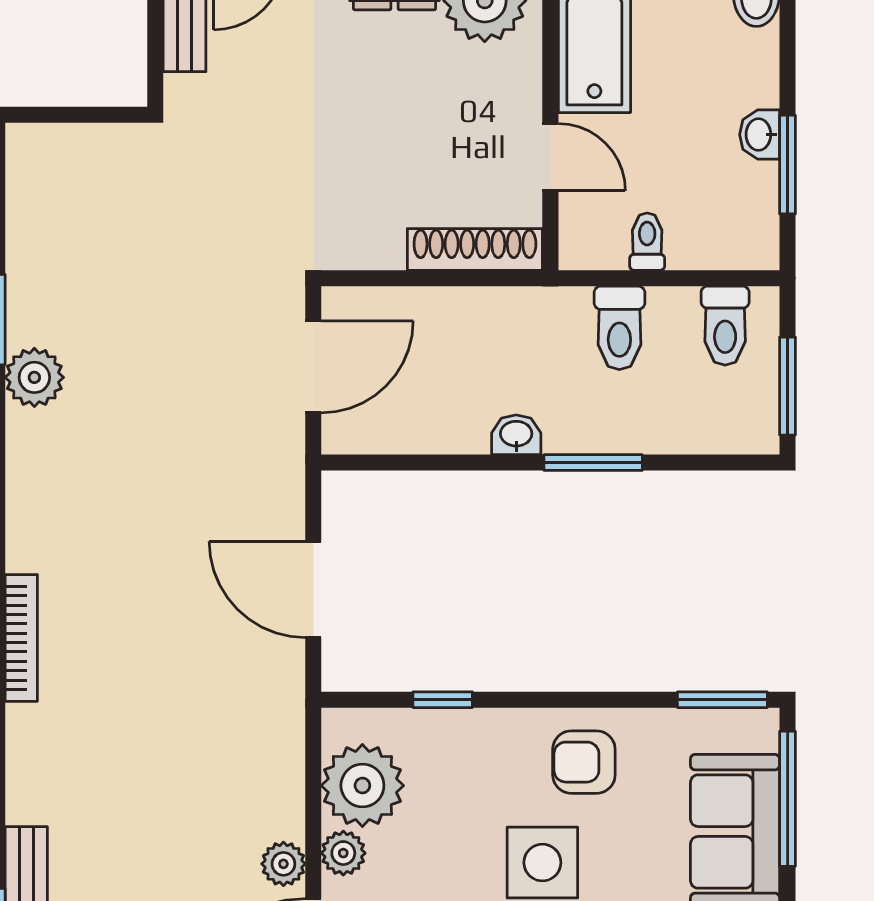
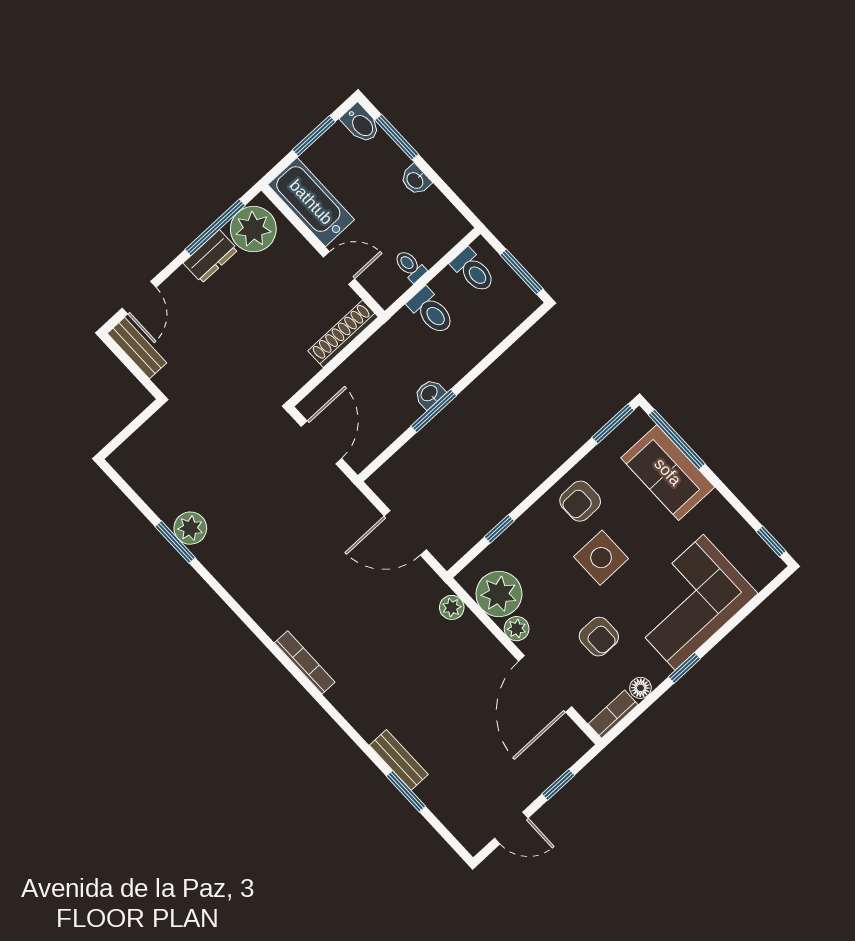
window: (788, 165) -> (397, 137), moved
plant: (34, 377) -> (190, 528), moved
window: (593, 463) -> (434, 411), moved
plant: (283, 864) -> (452, 607), moved

